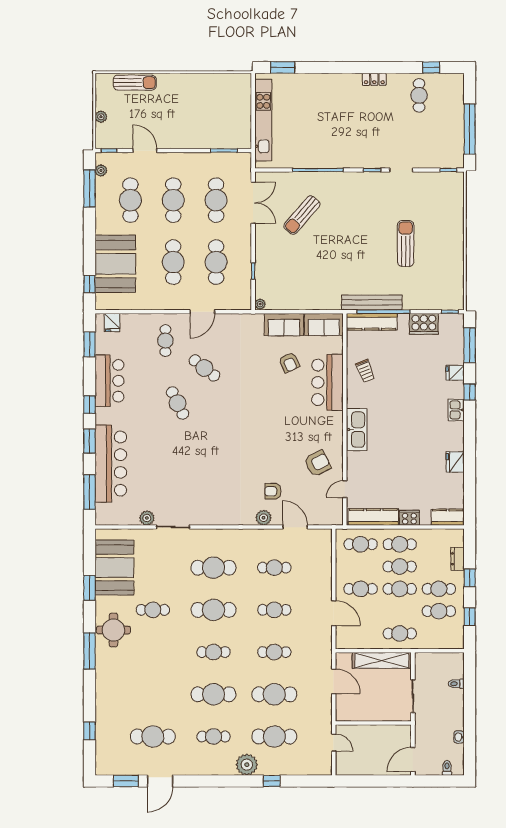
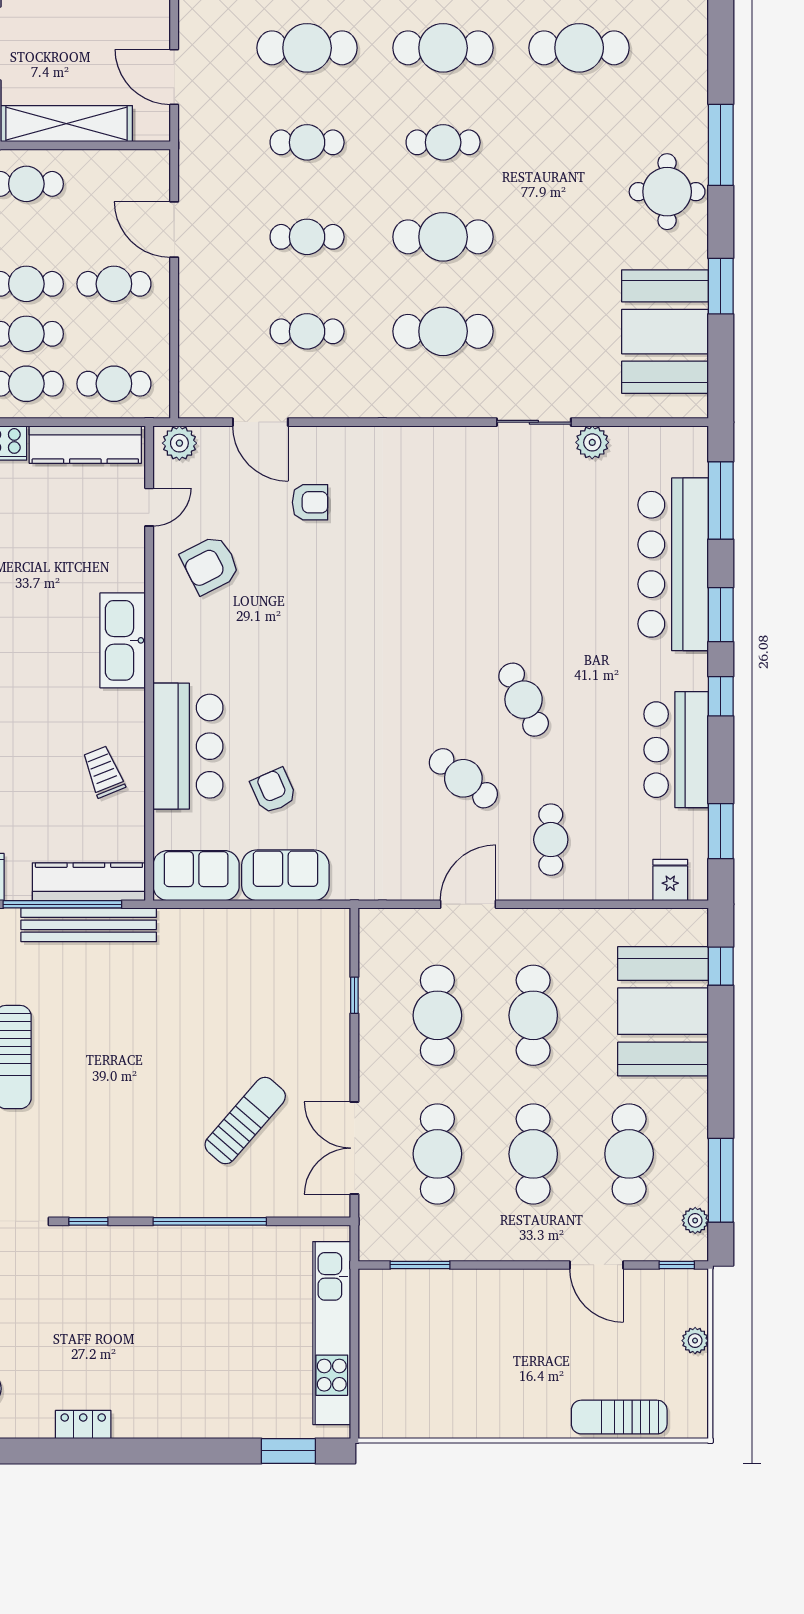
plant: (260, 304) -> (339, 921), removed
plant: (264, 518) -> (179, 443), moved
cafe table: (153, 610) -> (579, 48), moved, width x1.37, depth x1.35

